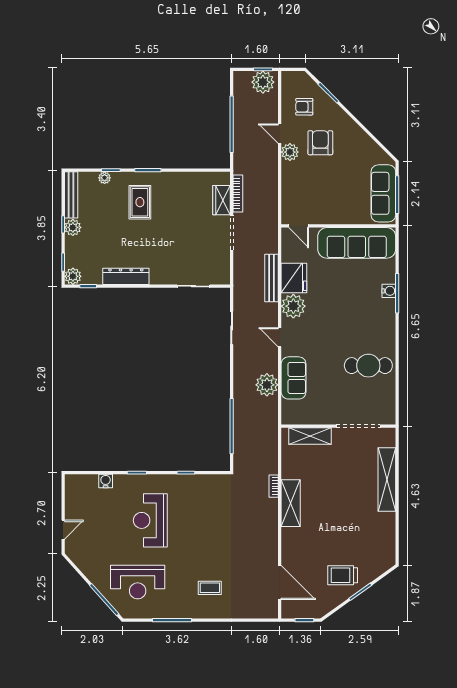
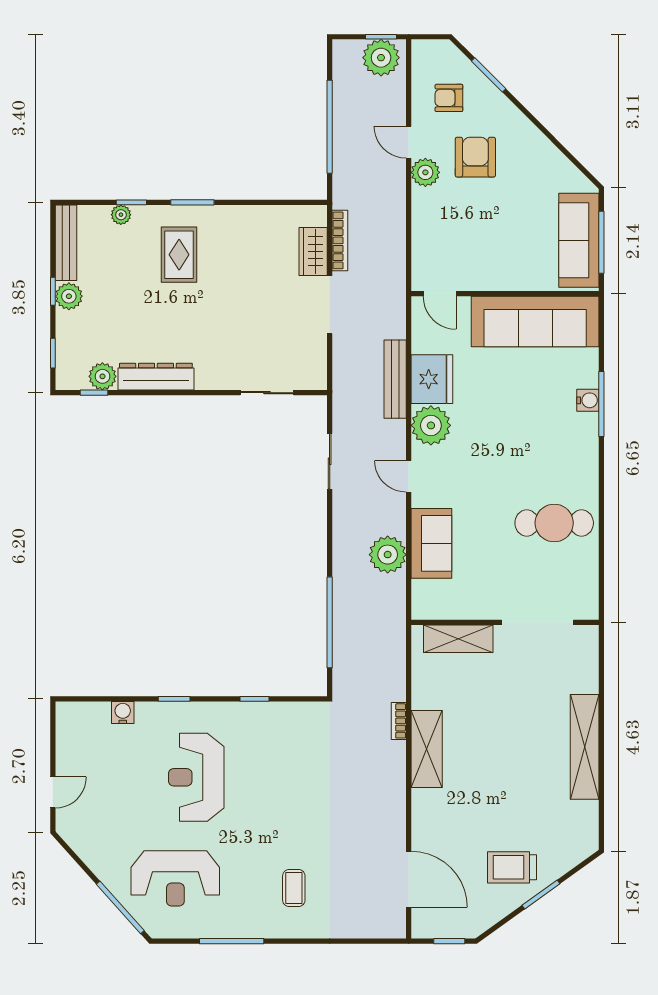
plant: (73, 276) -> (102, 376), moved
shelving: (387, 479) -> (585, 747), moved
coffee table: (210, 588) -> (294, 888), turned 90

